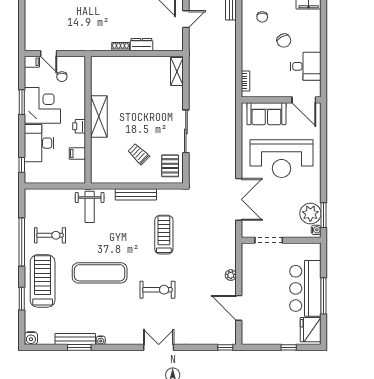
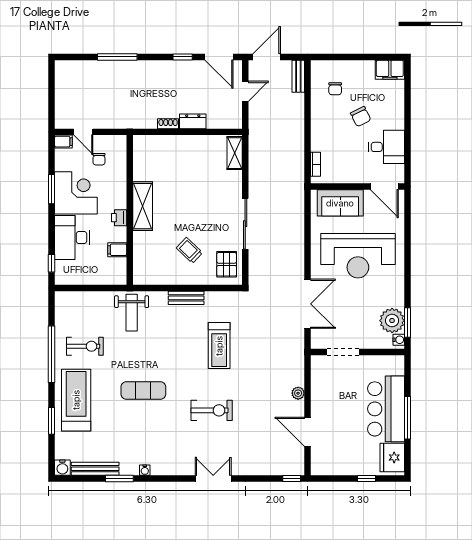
bench: (136, 194) -> (186, 298), width x0.73
treadmill: (164, 235) -> (219, 346), turned 180
exercise mat: (100, 273) -> (143, 391), width x0.73, depth x0.69
bench: (75, 339) -> (95, 469), moved

